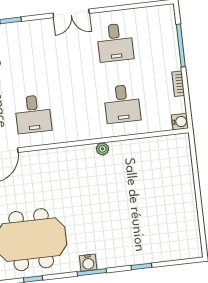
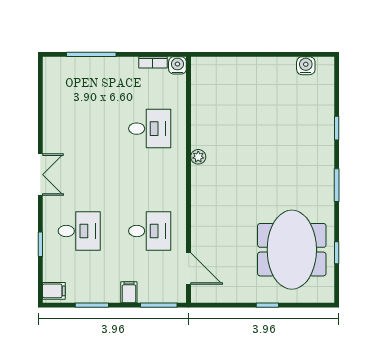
desk: (115, 43) -> (79, 231), moved
bookcase: (178, 84) -> (153, 62), moved
water cooler: (88, 263) -> (306, 66), moved, turned -90

